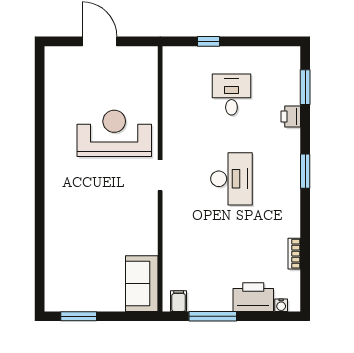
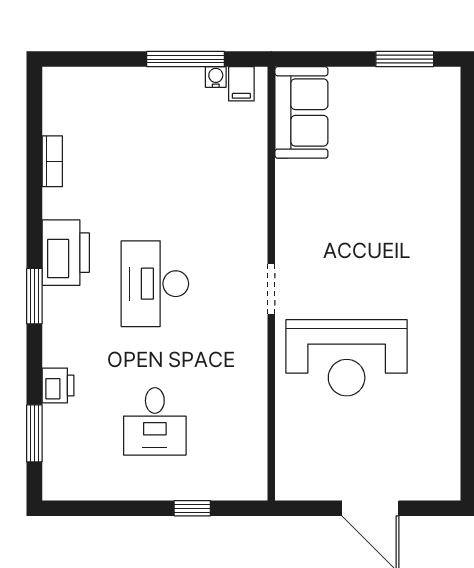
printer: (253, 297) -> (66, 253), moved, turned -90
water cooler: (281, 305) -> (216, 77), moved

